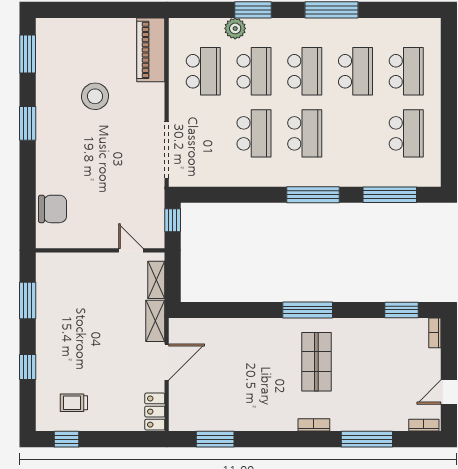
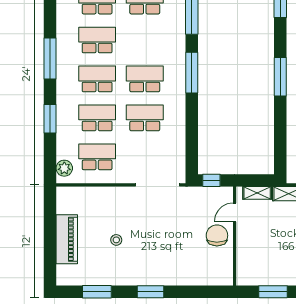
plant: (235, 28) -> (64, 168), moved
piano: (151, 50) -> (67, 239), moved, turned -90
window: (28, 54) -> (97, 292), moved
stool: (95, 96) -> (116, 240), width x0.53, depth x0.53
window: (28, 123) -> (151, 292), moved
chair: (53, 209) -> (217, 235), moved

